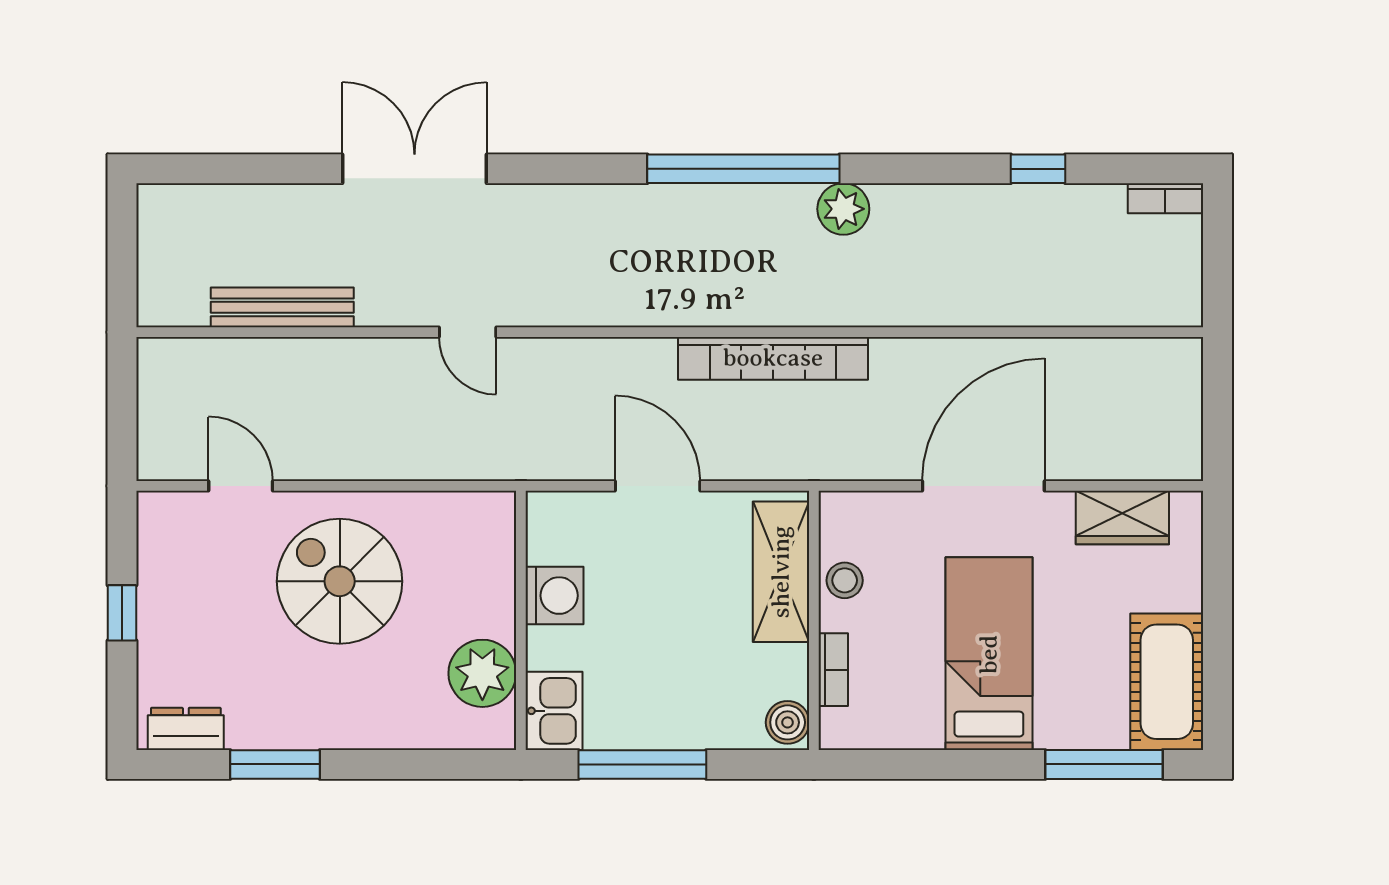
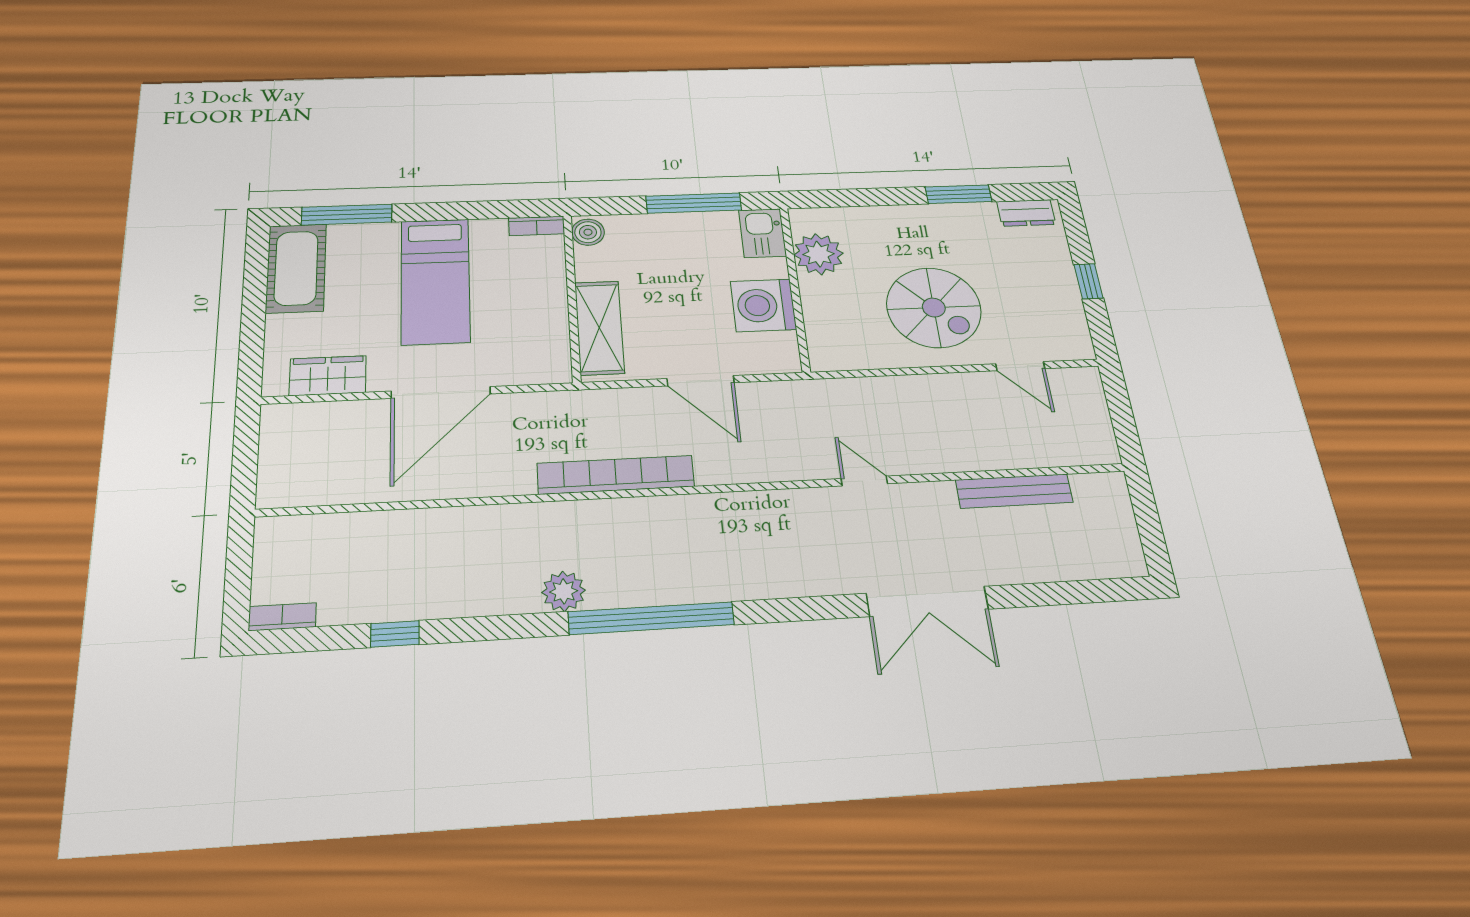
stool: (845, 580) -> (549, 324), removed
washing machine: (555, 596) -> (763, 305), width x1.37, depth x1.37
bookcase: (833, 670) -> (537, 226), moved, turned -90

